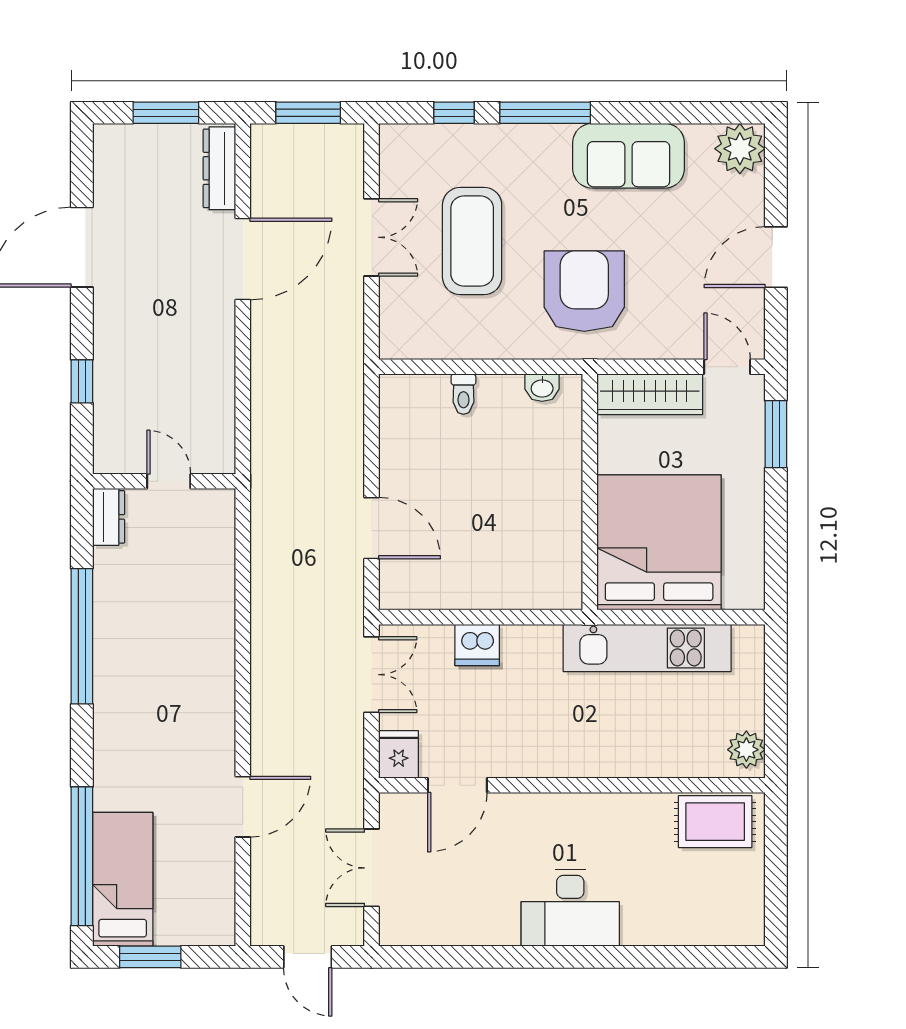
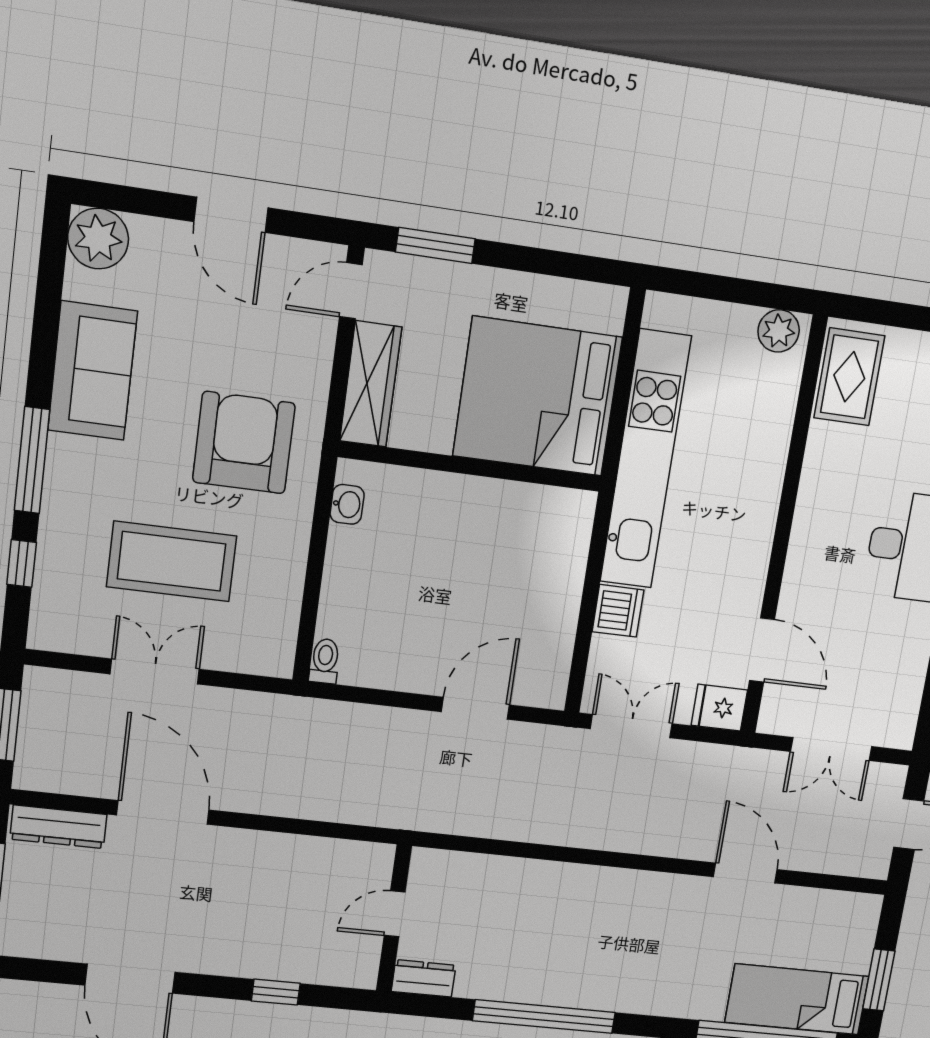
armchair: (584, 291) -> (244, 443), turned 90
toilet: (463, 394) -> (325, 661), moved, turned -90
kitchen unit: (647, 648) -> (645, 460), width x1.36

